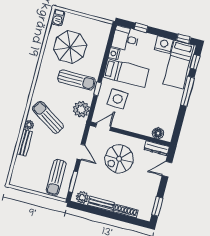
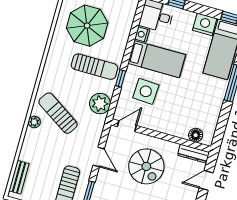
bench: (25, 143) -> (19, 177), moved
spiral stairs: (119, 159) -> (146, 166), turned -90

